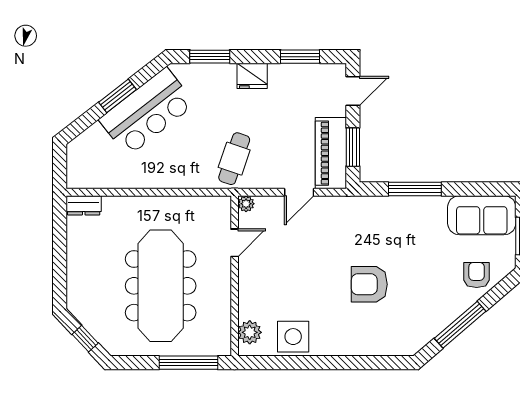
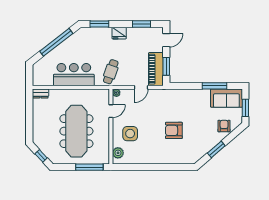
window: (118, 96) -> (56, 42), width x2.11
bar counter: (147, 112) -> (74, 75), moved, turned -142
window: (415, 189) -> (214, 86), moved
window: (460, 325) -> (216, 149), width x0.69
side table: (293, 337) -> (130, 134), moved

